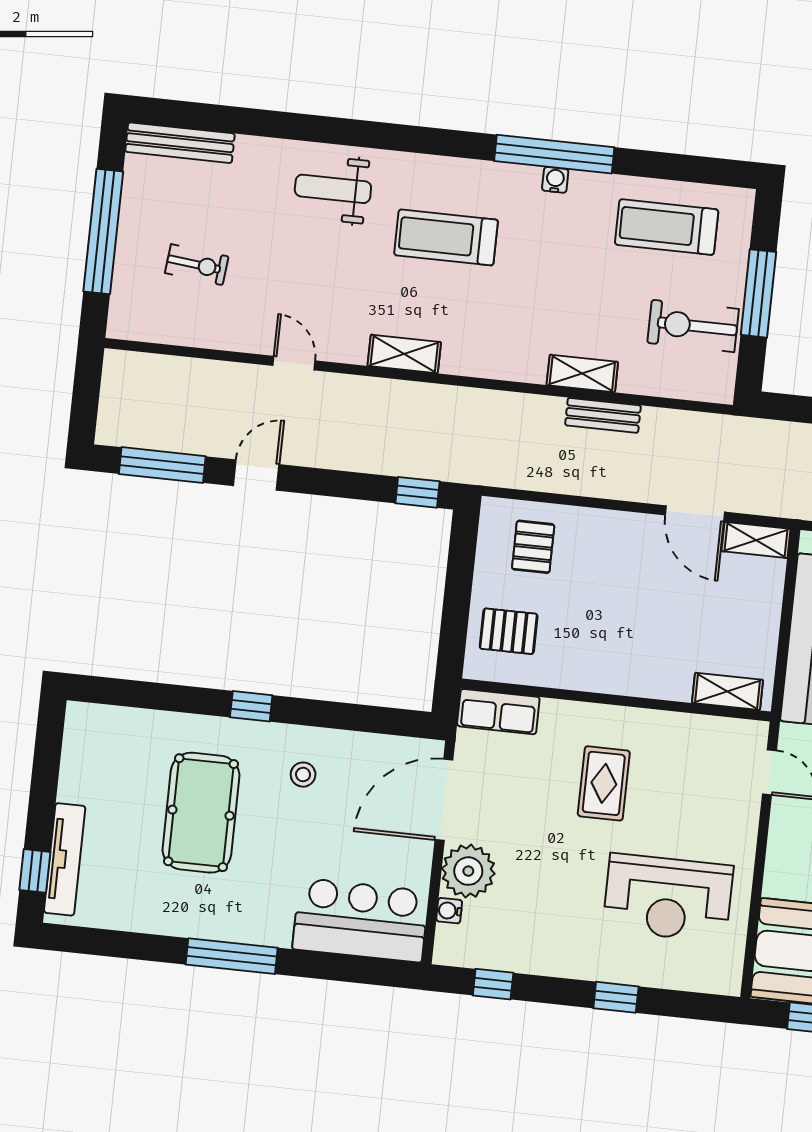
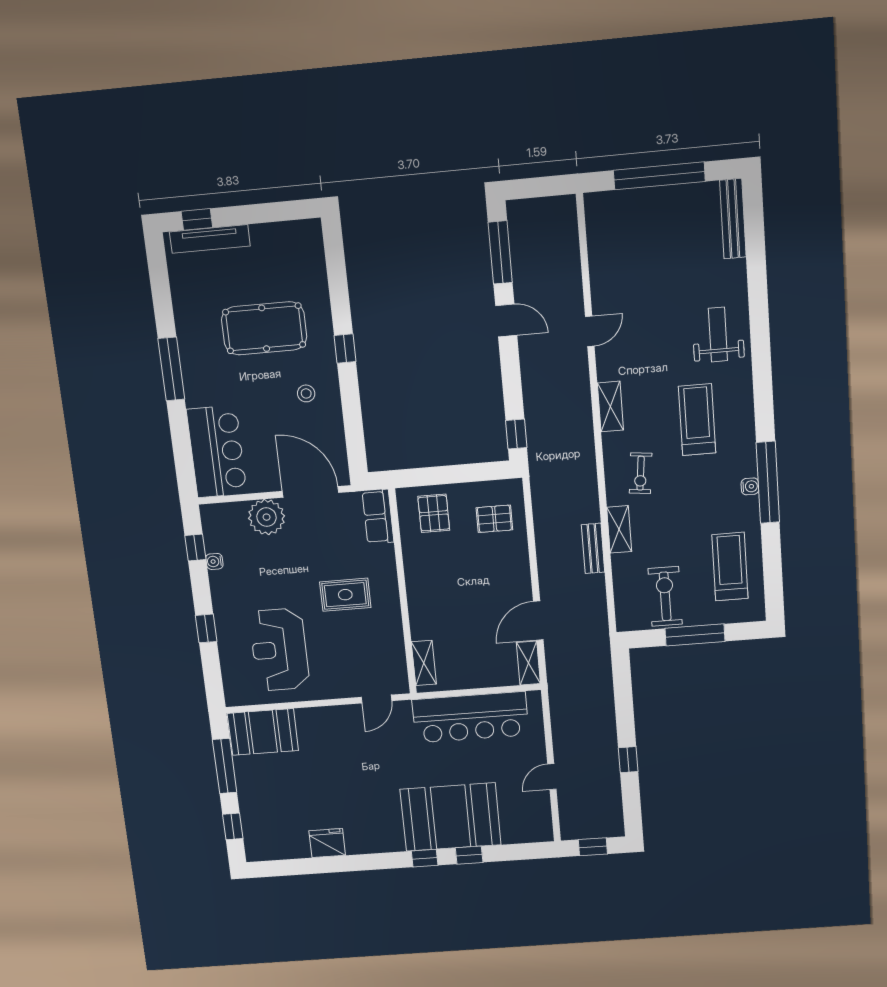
exercise bike: (197, 265) -> (641, 473), moved
water cooler: (449, 911) -> (214, 561), moved, turned -90

